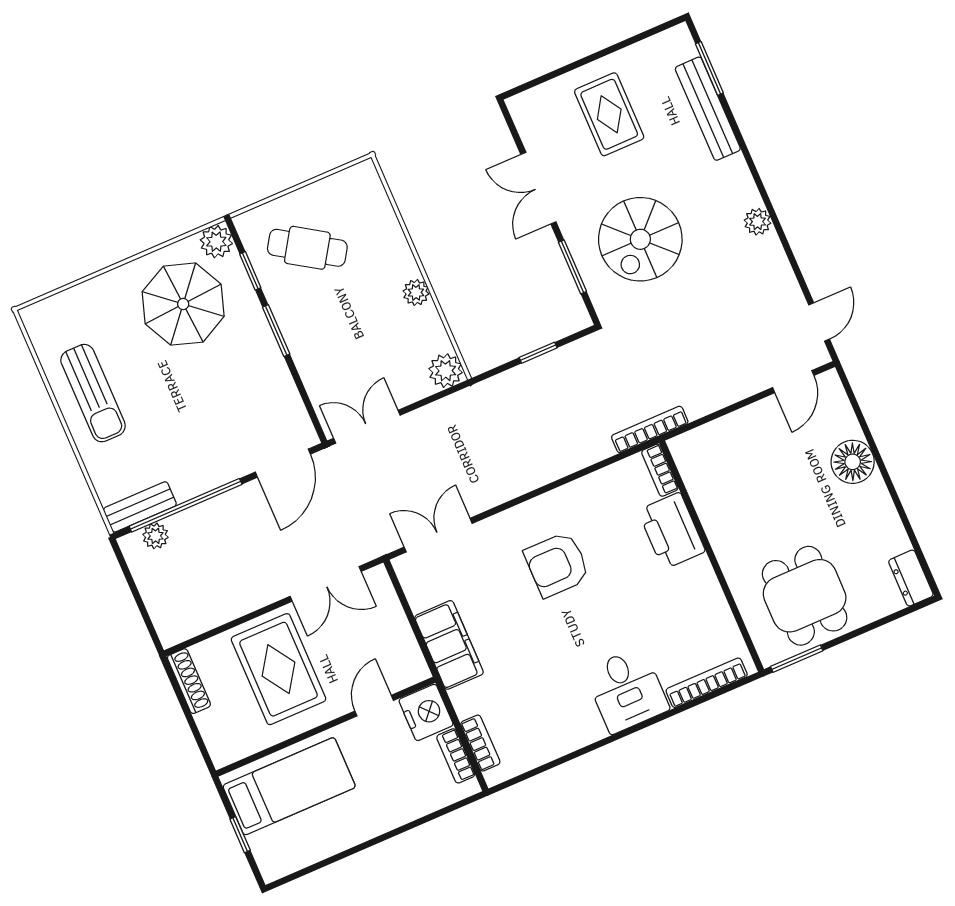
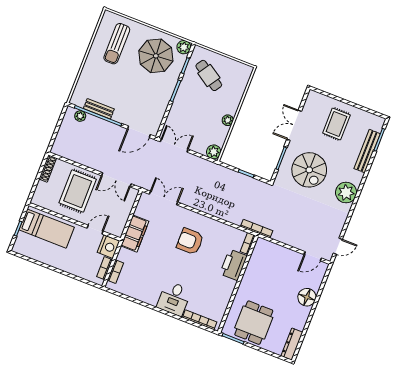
plant: (758, 222) -> (346, 193), width x1.87, depth x1.87
spiral stairs: (640, 239) -> (309, 170), turned -90
sun lounger: (93, 393) -> (117, 44), moved
bench: (140, 507) -> (99, 109), moved
dresser: (911, 578) -> (292, 344), width x1.44

